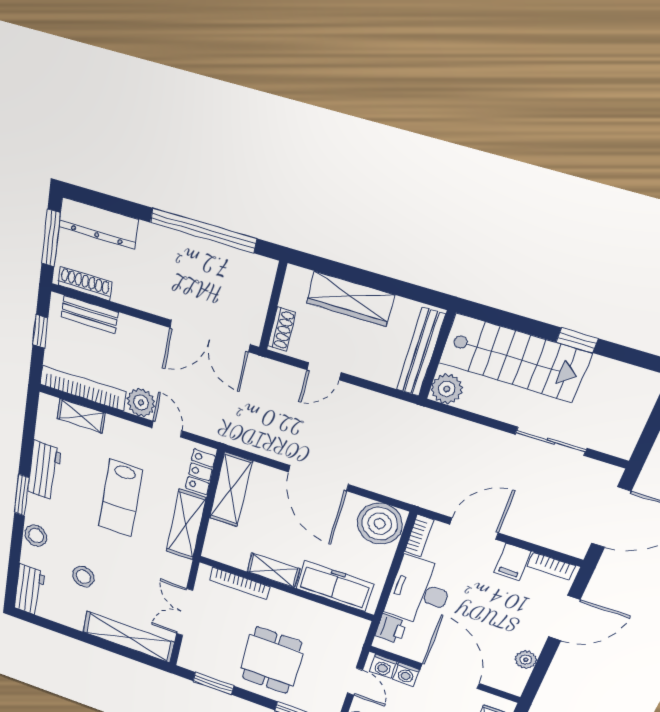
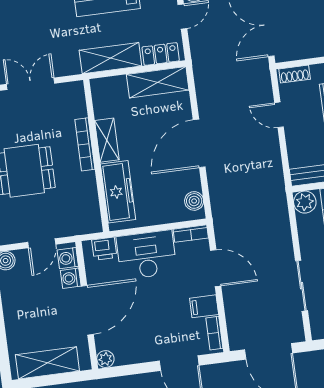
boiler: (380, 524) -> (194, 201), width x0.54, depth x0.54
bookcase: (240, 583) -> (85, 144), moved
plant: (526, 660) -> (105, 359), moved

